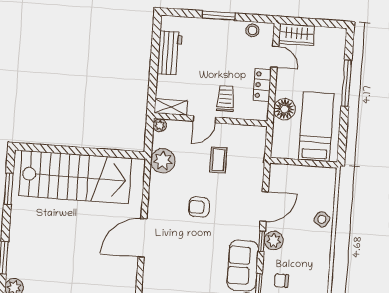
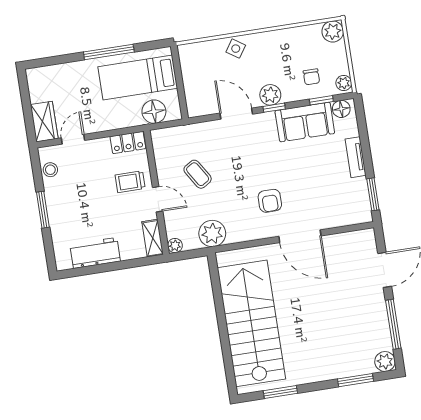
window: (346, 83) -> (109, 52), moved
locker: (262, 85) -> (128, 142), moved
floor lamp: (285, 109) -> (154, 112), moved
coffee table: (218, 160) -> (198, 174), turned 58
armchair: (199, 207) -> (270, 201), moved

